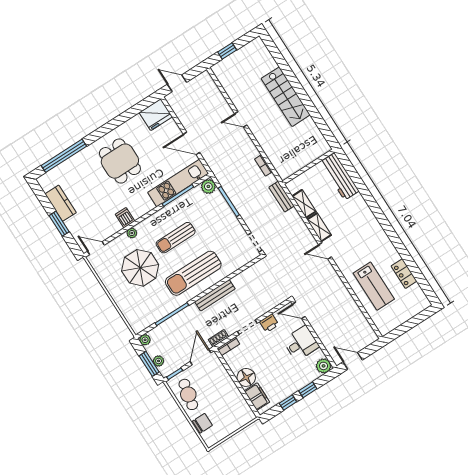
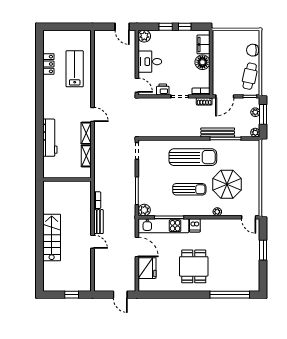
fridge: (156, 115) -> (147, 268), moved, turned 90
workbench: (340, 177) -> (50, 138), moved
bench: (282, 197) -> (98, 222), moved
kitchen counter: (61, 203) -> (253, 264), removed
dishwasher: (125, 218) -> (195, 225), moved
bench: (215, 295) -> (218, 132), moved

